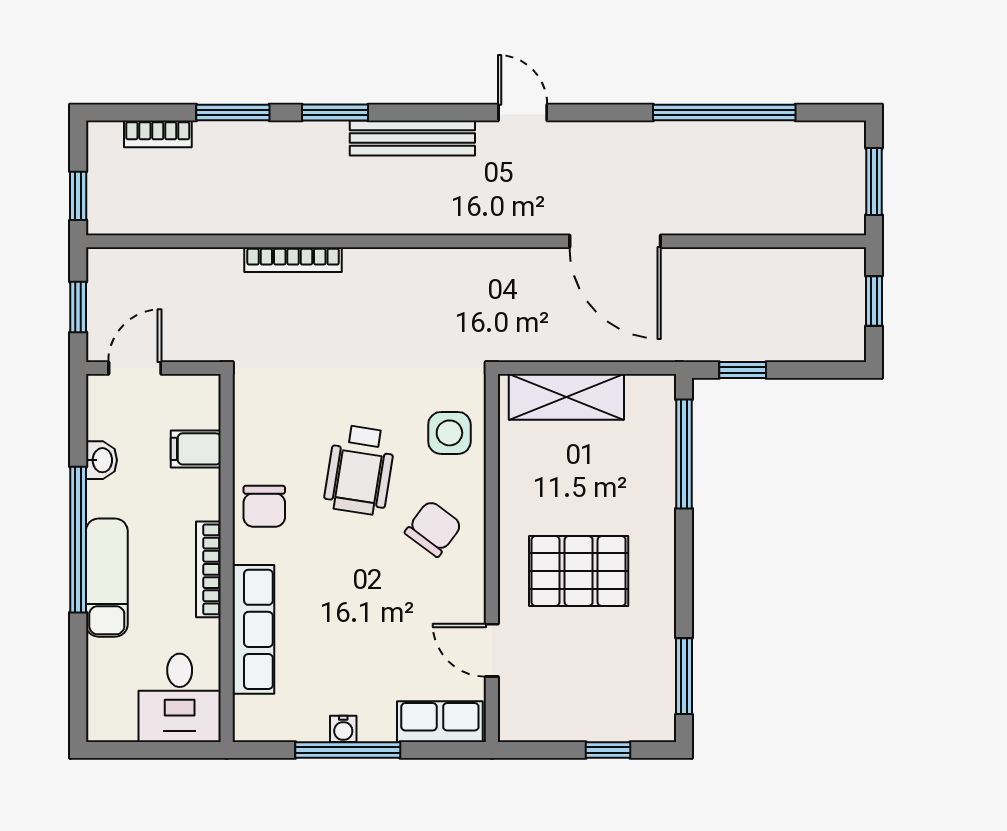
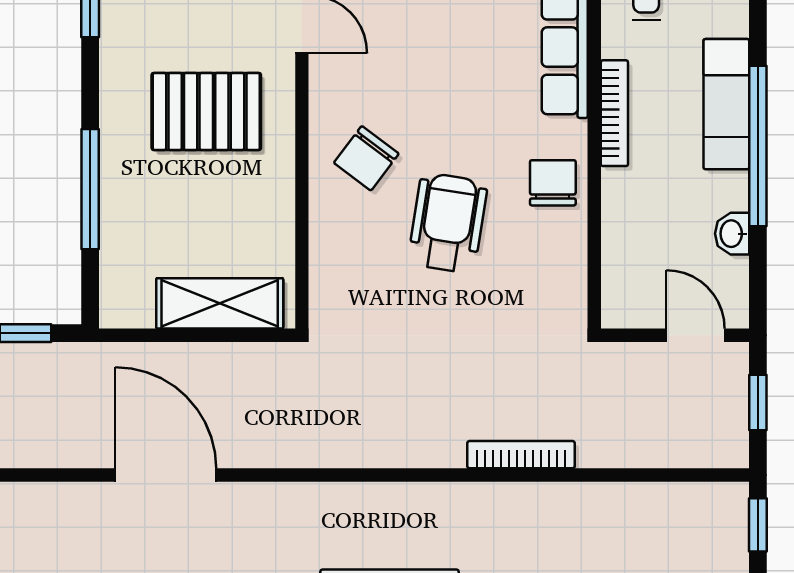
door: (135, 368) -> (696, 335), swing flipped
side table: (449, 433) -> (349, 264), removed
filing cabinet: (196, 449) -> (628, 246), removed
window: (684, 454) -> (90, 189), moved

